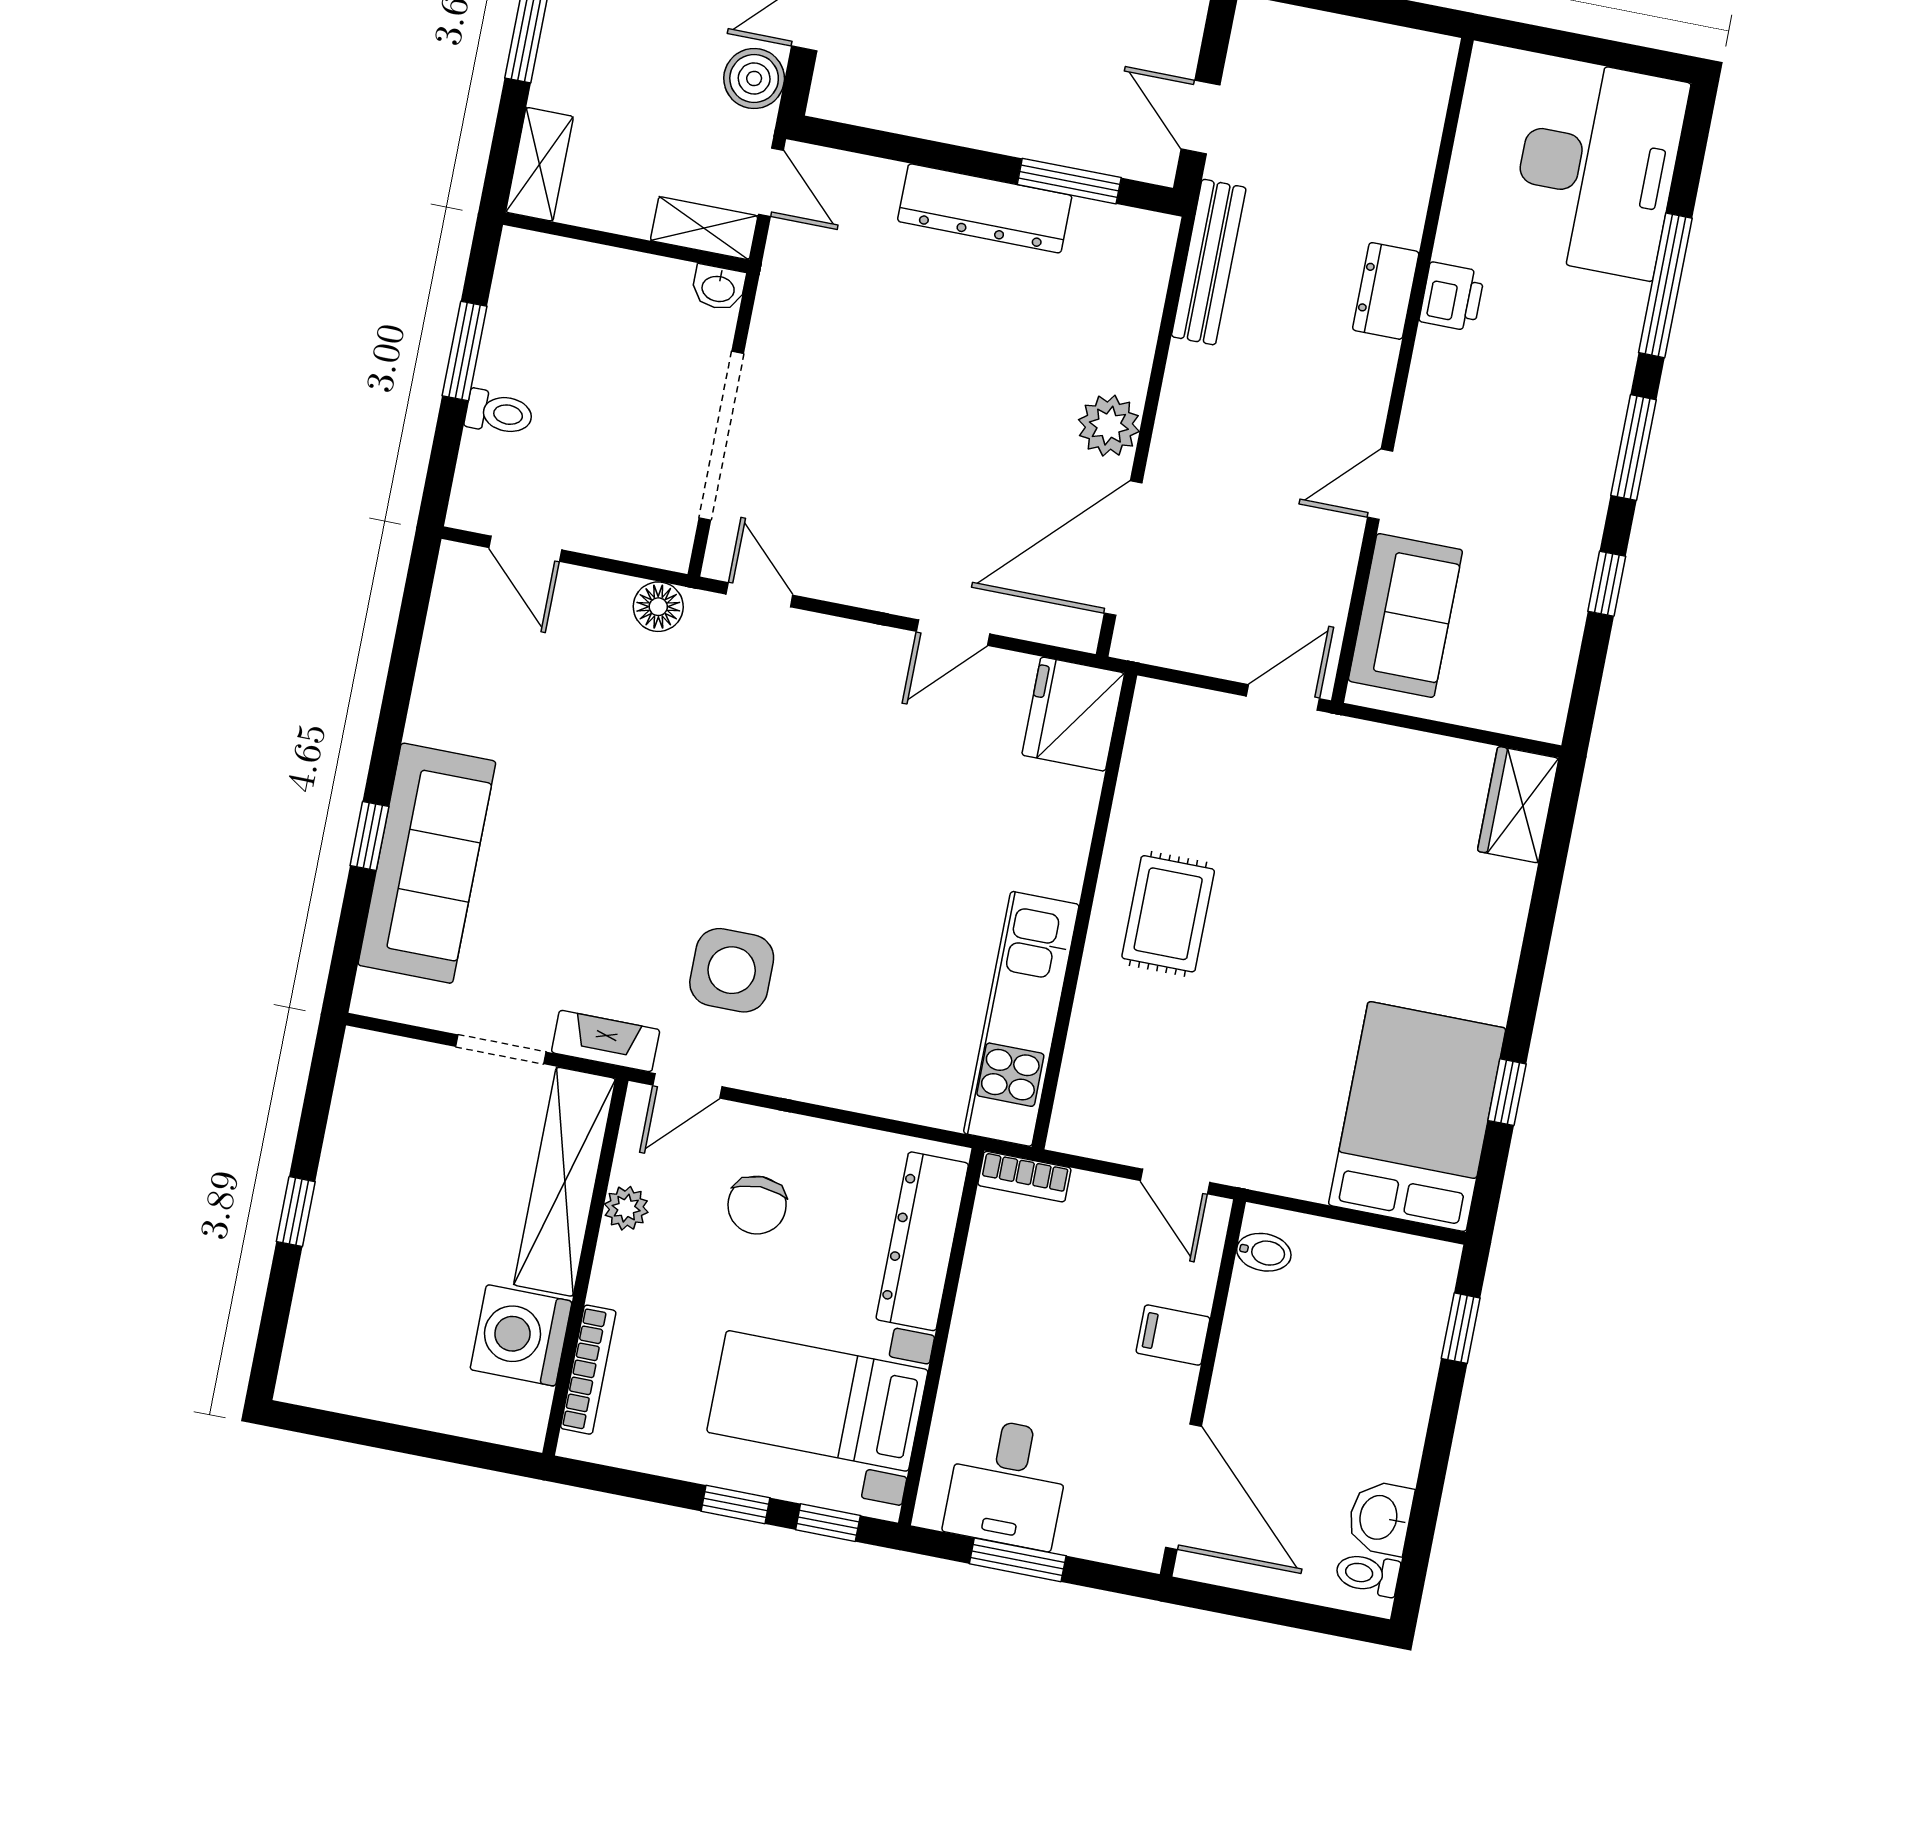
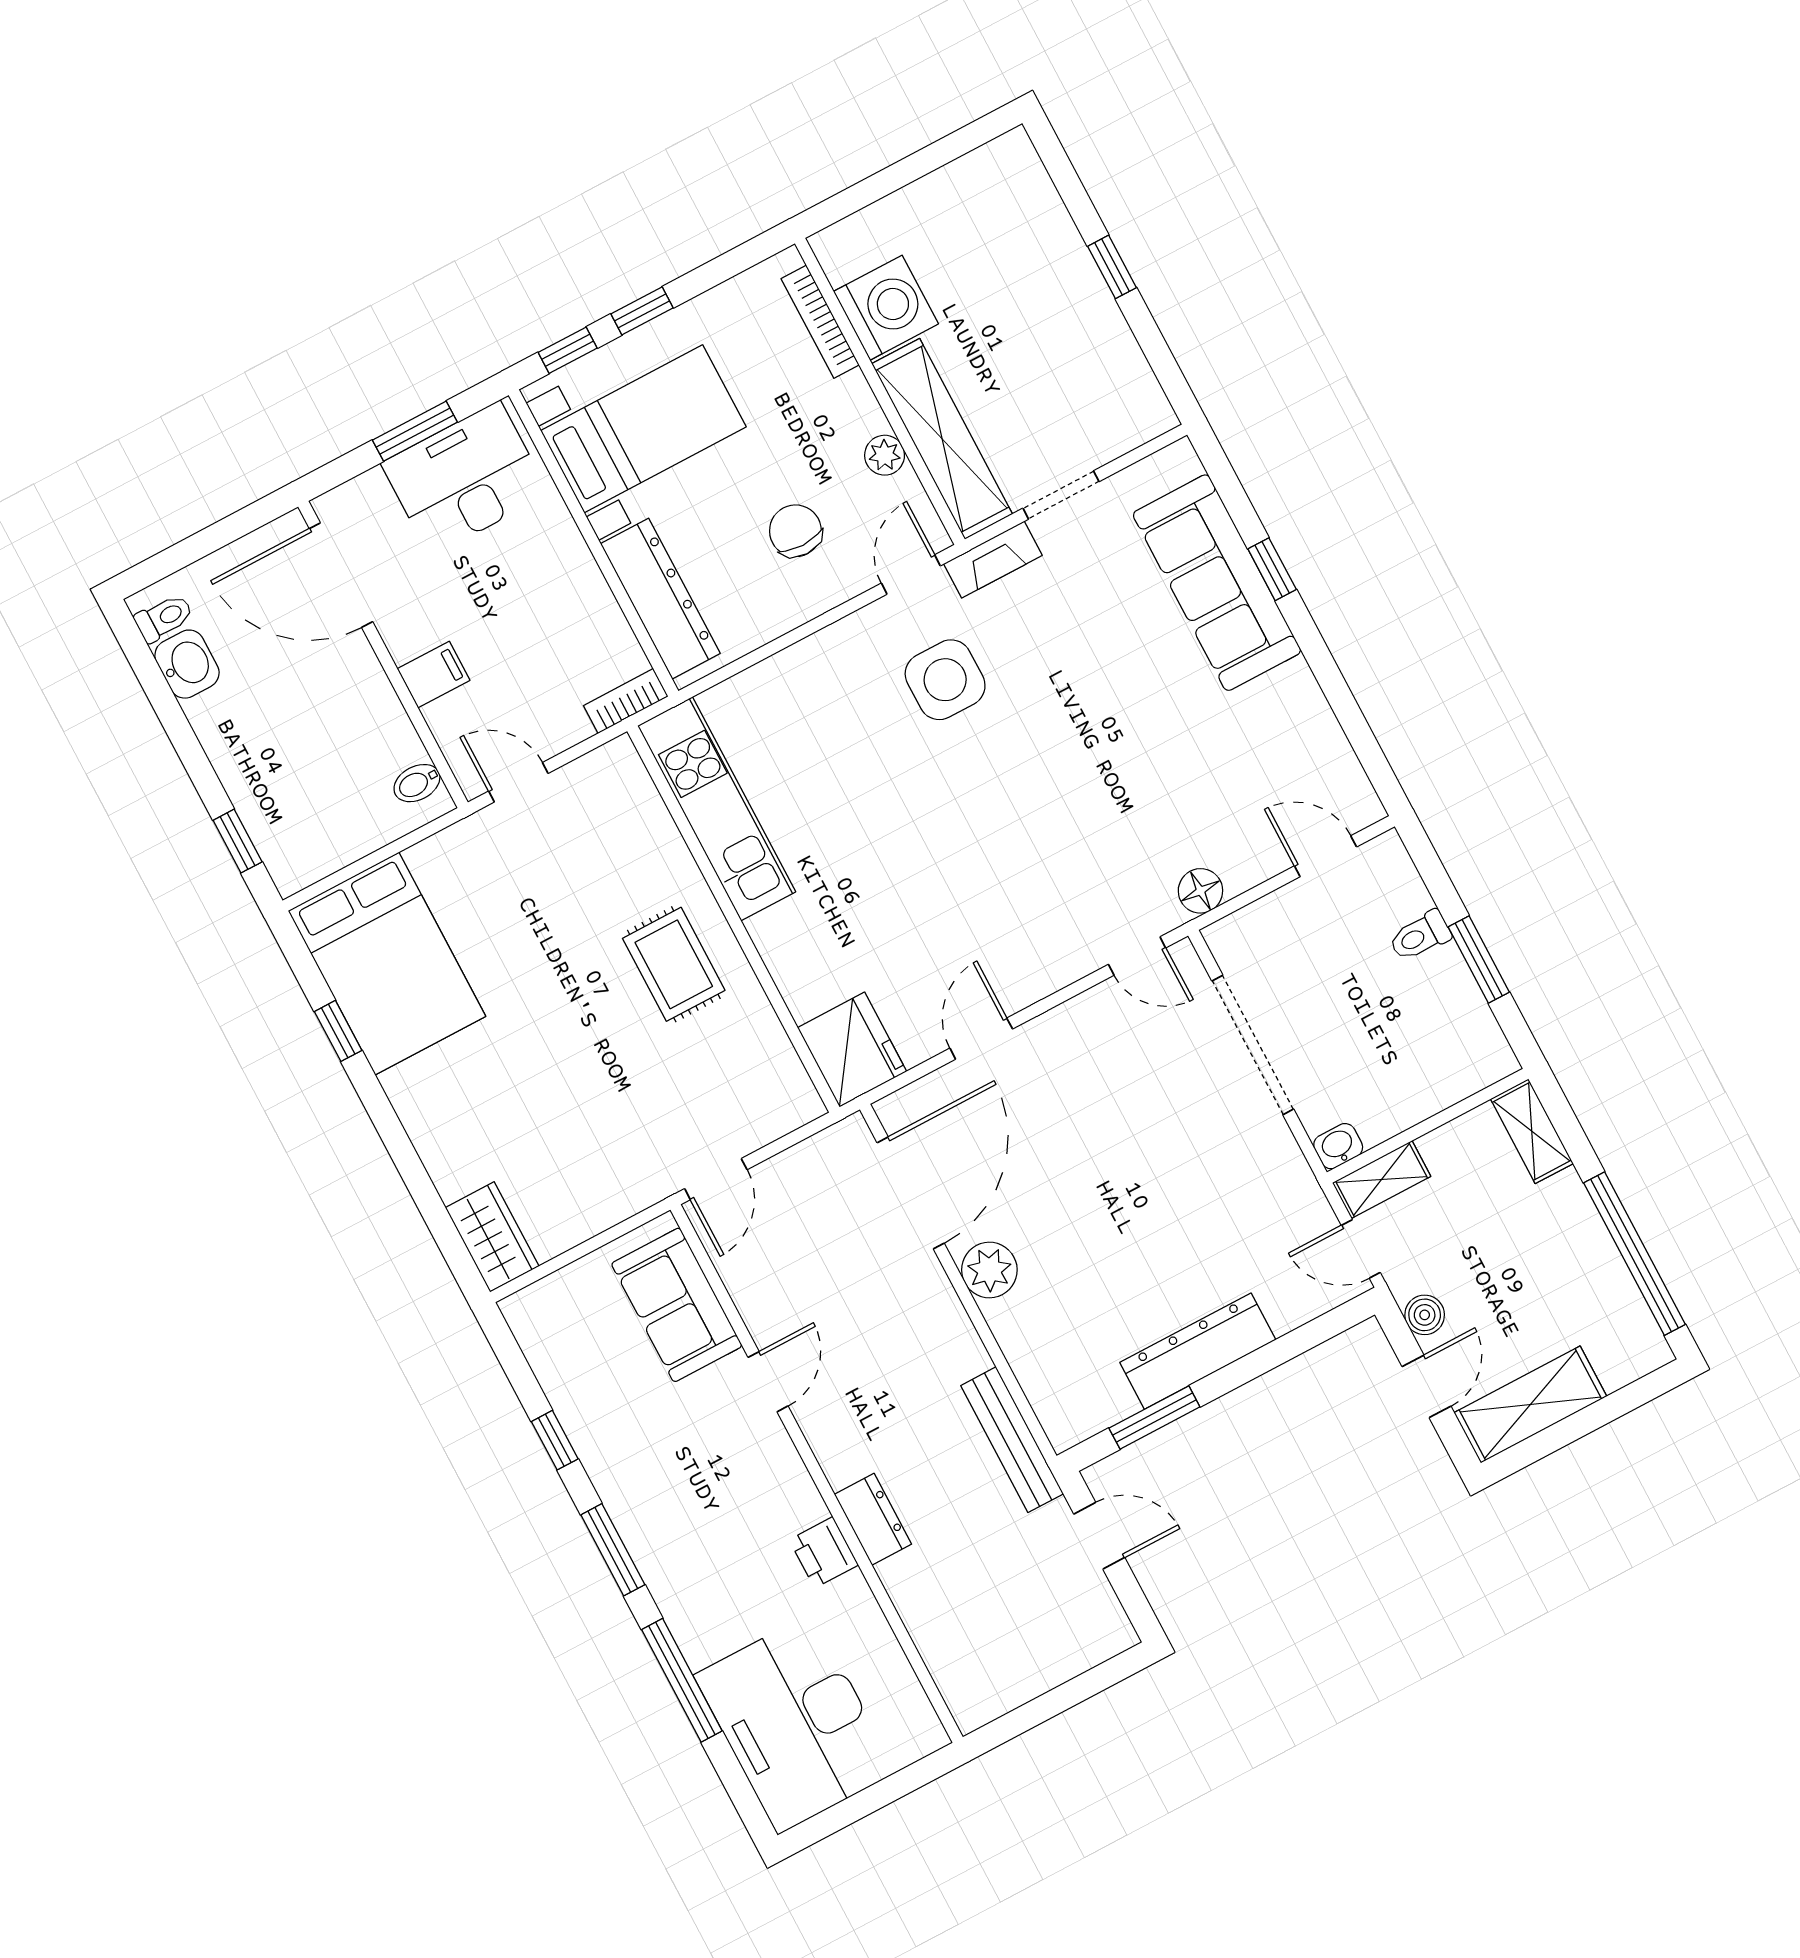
boiler: (754, 78) -> (1425, 1315), width x0.73, depth x0.73
desk: (1007, 1483) -> (465, 478), width x1.37

